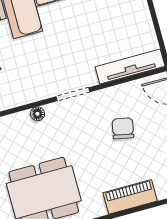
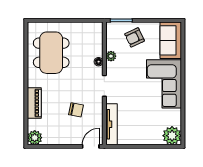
plant: (23, 97) -> (111, 56), added

